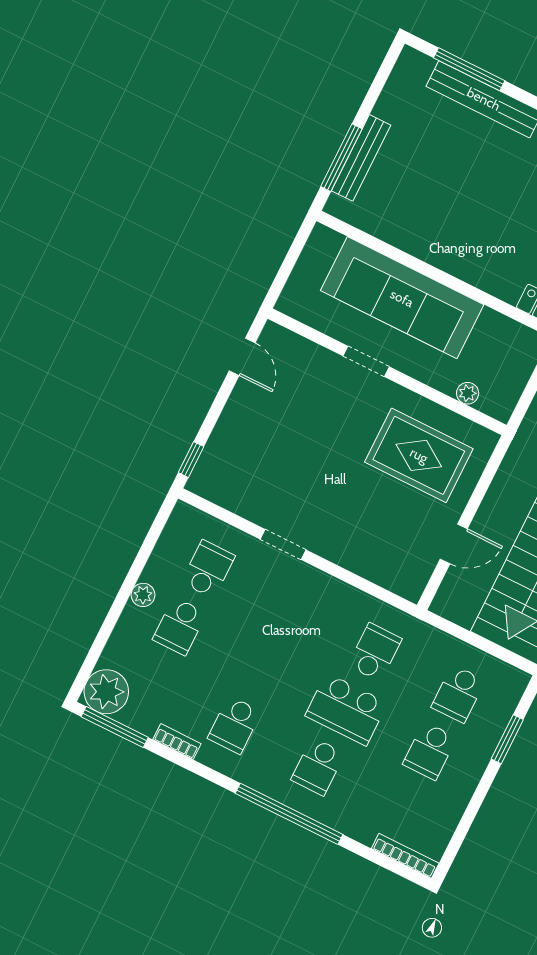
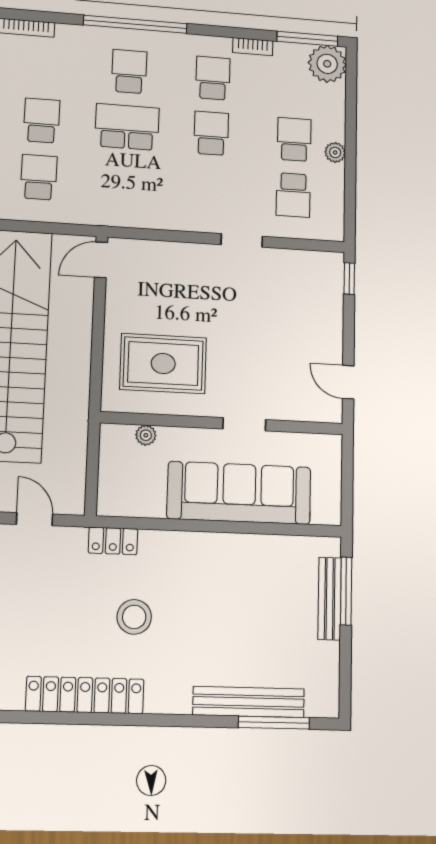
door: (454, 544) -> (101, 260), moved
school desk: (375, 652) -> (211, 133), moved, turned 180

